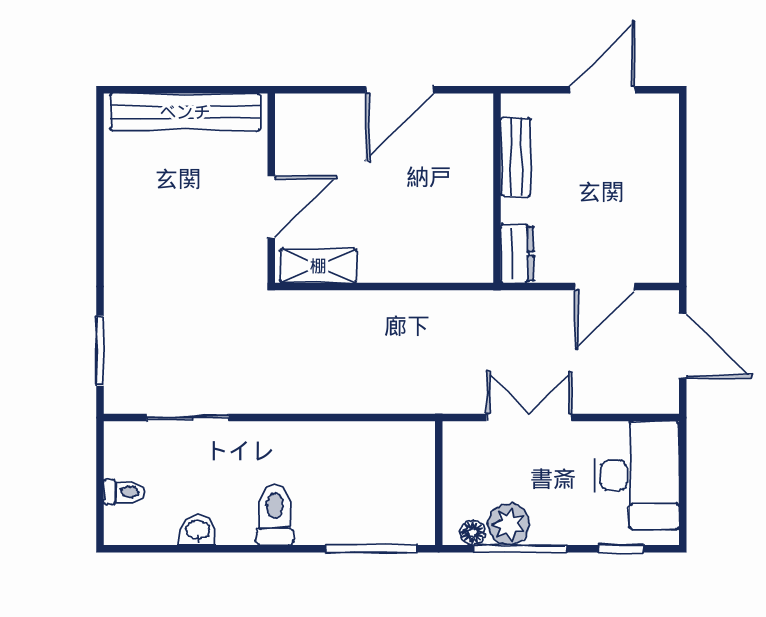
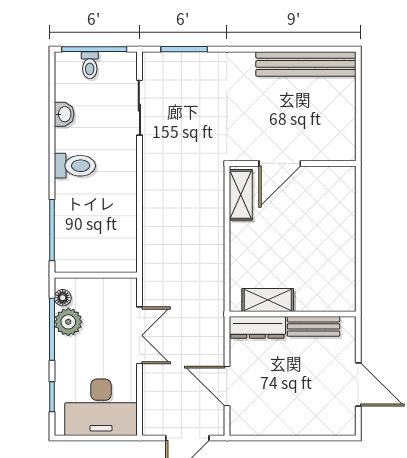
door: (400, 90) -> (358, 249), removed
bench: (185, 112) -> (306, 64), moved, turned 90
door: (271, 207) -> (280, 163), hinge flipped
shelving: (476, 225) -> (268, 300), added
dresser: (517, 254) -> (257, 327), width x1.44
window: (100, 485) -> (94, 49), added

